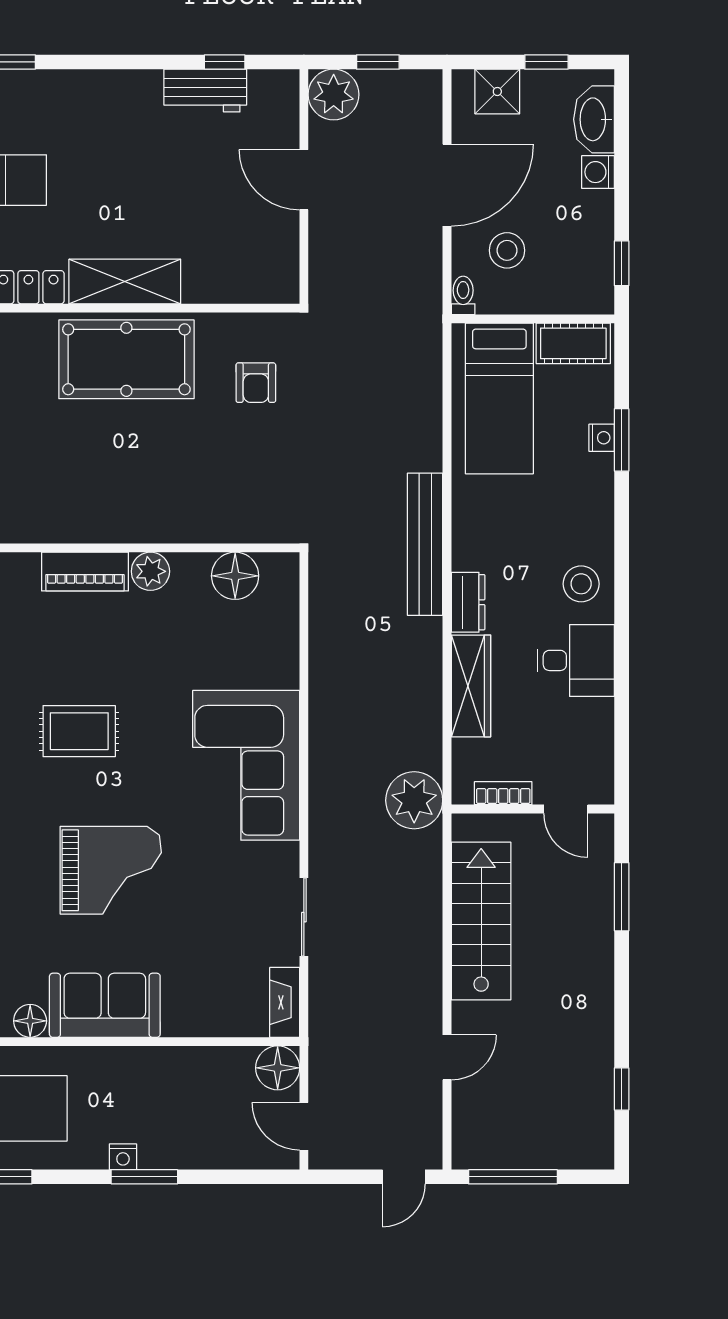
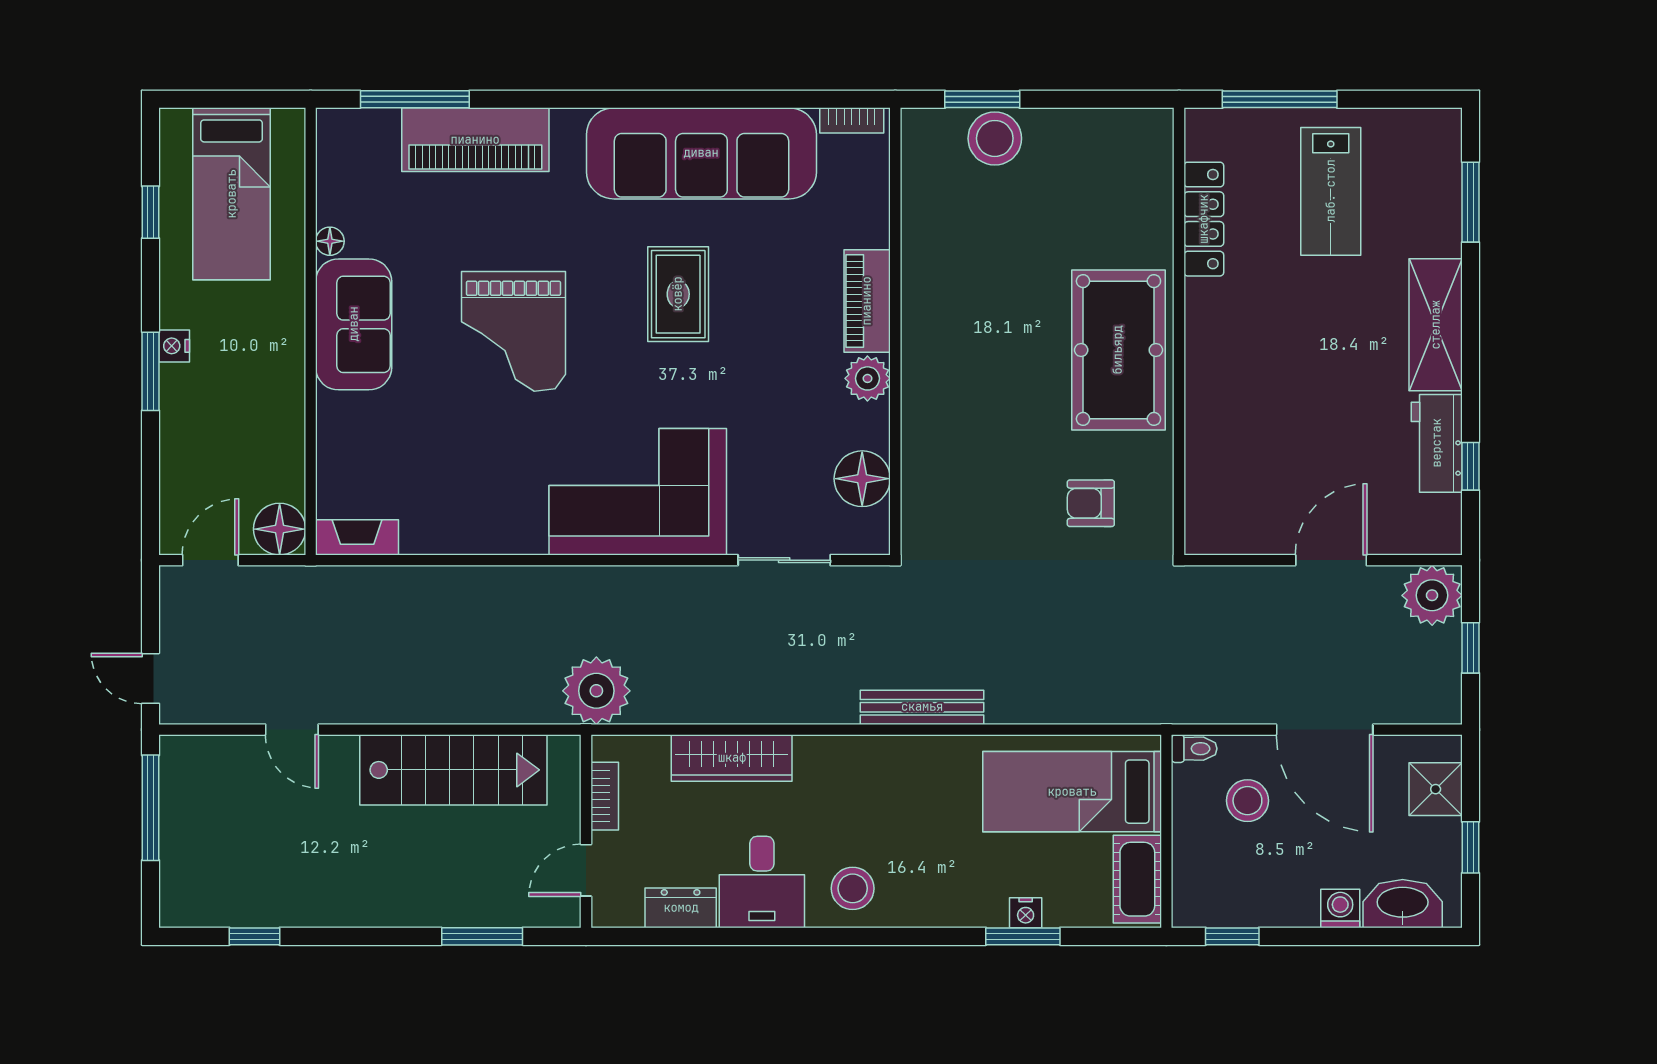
shelving: (125, 282) -> (1436, 325), moved
bench: (425, 544) -> (922, 707), width x0.73, depth x0.82
dresser: (468, 602) -> (681, 908), moved, turned 180
sliding door: (304, 917) -> (784, 560), moved
floor lamp: (30, 1021) -> (330, 241), width x0.73, depth x0.73

